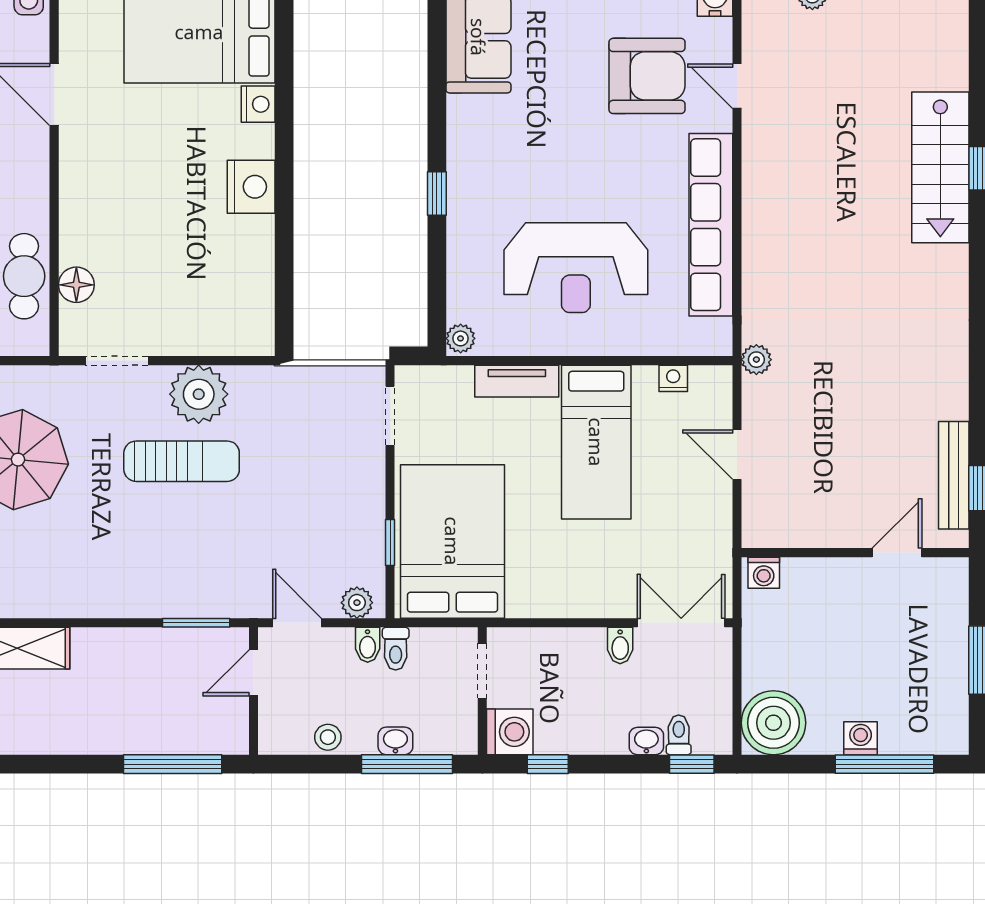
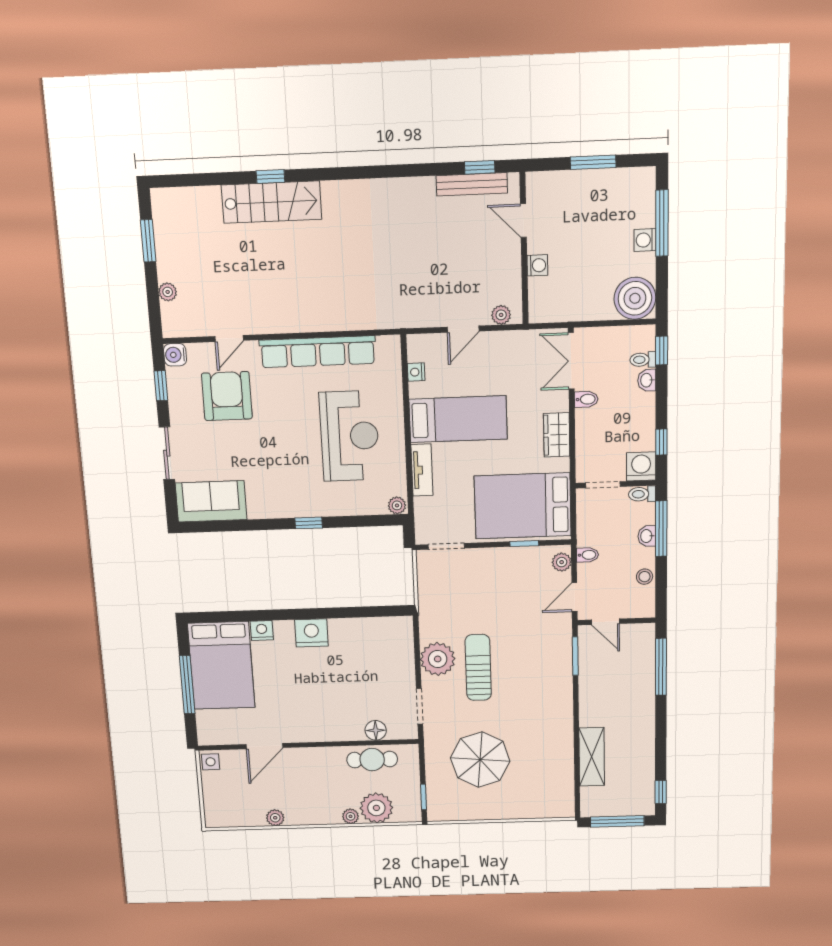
plant: (756, 360) -> (501, 315), moved
washing machine: (764, 573) -> (537, 265), moved
wardrobe: (565, 598) -> (557, 435), added
toilet: (396, 649) -> (642, 494), moved, turned 180

